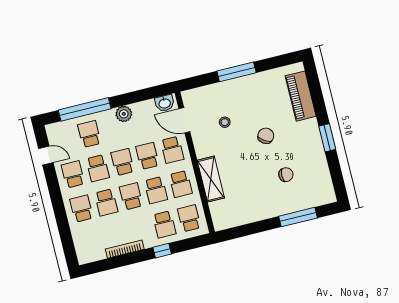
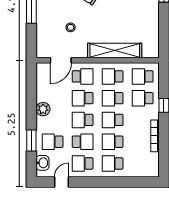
washbasin: (165, 103) -> (42, 163), moved
window: (85, 109) -> (31, 141), width x0.47
shelving: (211, 179) -> (115, 51), width x1.47
school desk: (181, 184) -> (113, 76), turned 180
school desk: (156, 190) -> (113, 98), turned 180
school desk: (106, 202) -> (113, 142), turned 180
school desk: (164, 224) -> (143, 98), turned 180

